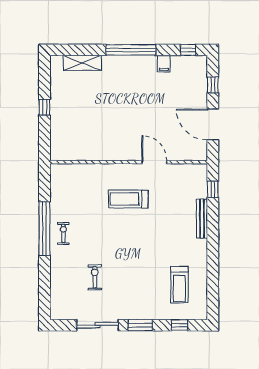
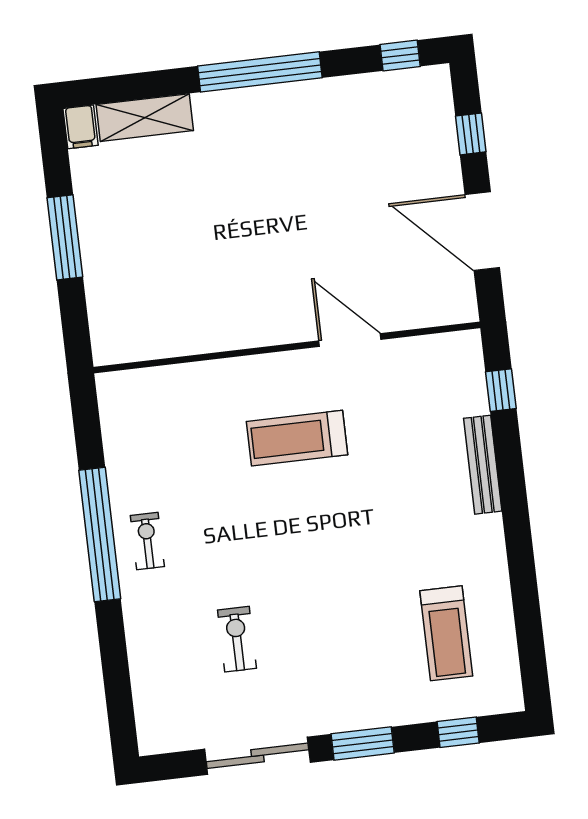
filing cabinet: (164, 64) -> (81, 127), moved
window: (44, 107) -> (65, 237), width x2.17

